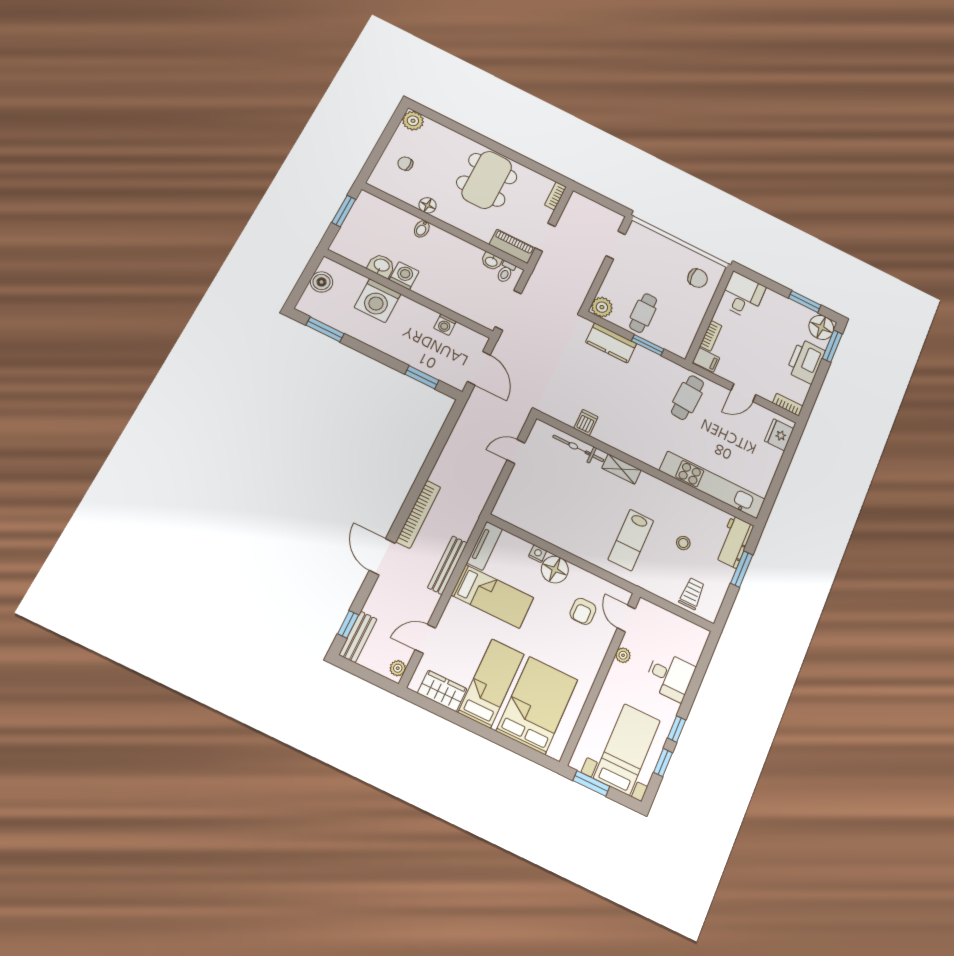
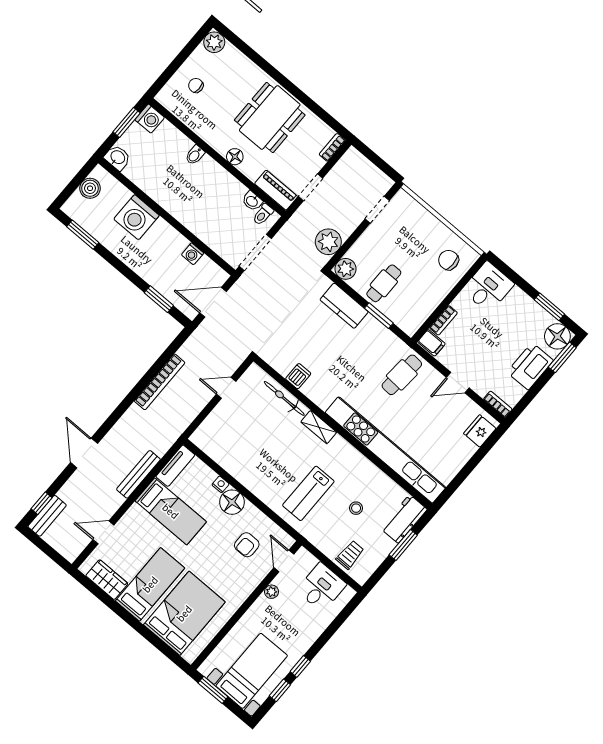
floor lamp: (428, 205) -> (235, 157), moved
washbasin: (381, 266) -> (117, 158), moved
washing machine: (404, 276) -> (150, 119), moved, turned 90
chair: (698, 278) -> (449, 260), turned 180
door: (479, 368) -> (213, 302), swing flipped
kitchen unit: (712, 485) -> (385, 450), width x1.36
bookcase: (418, 514) -> (160, 382), moved
plant: (398, 668) -> (328, 242), moved, width x1.88, depth x1.88
desk: (670, 676) -> (321, 587), moved, turned -90

